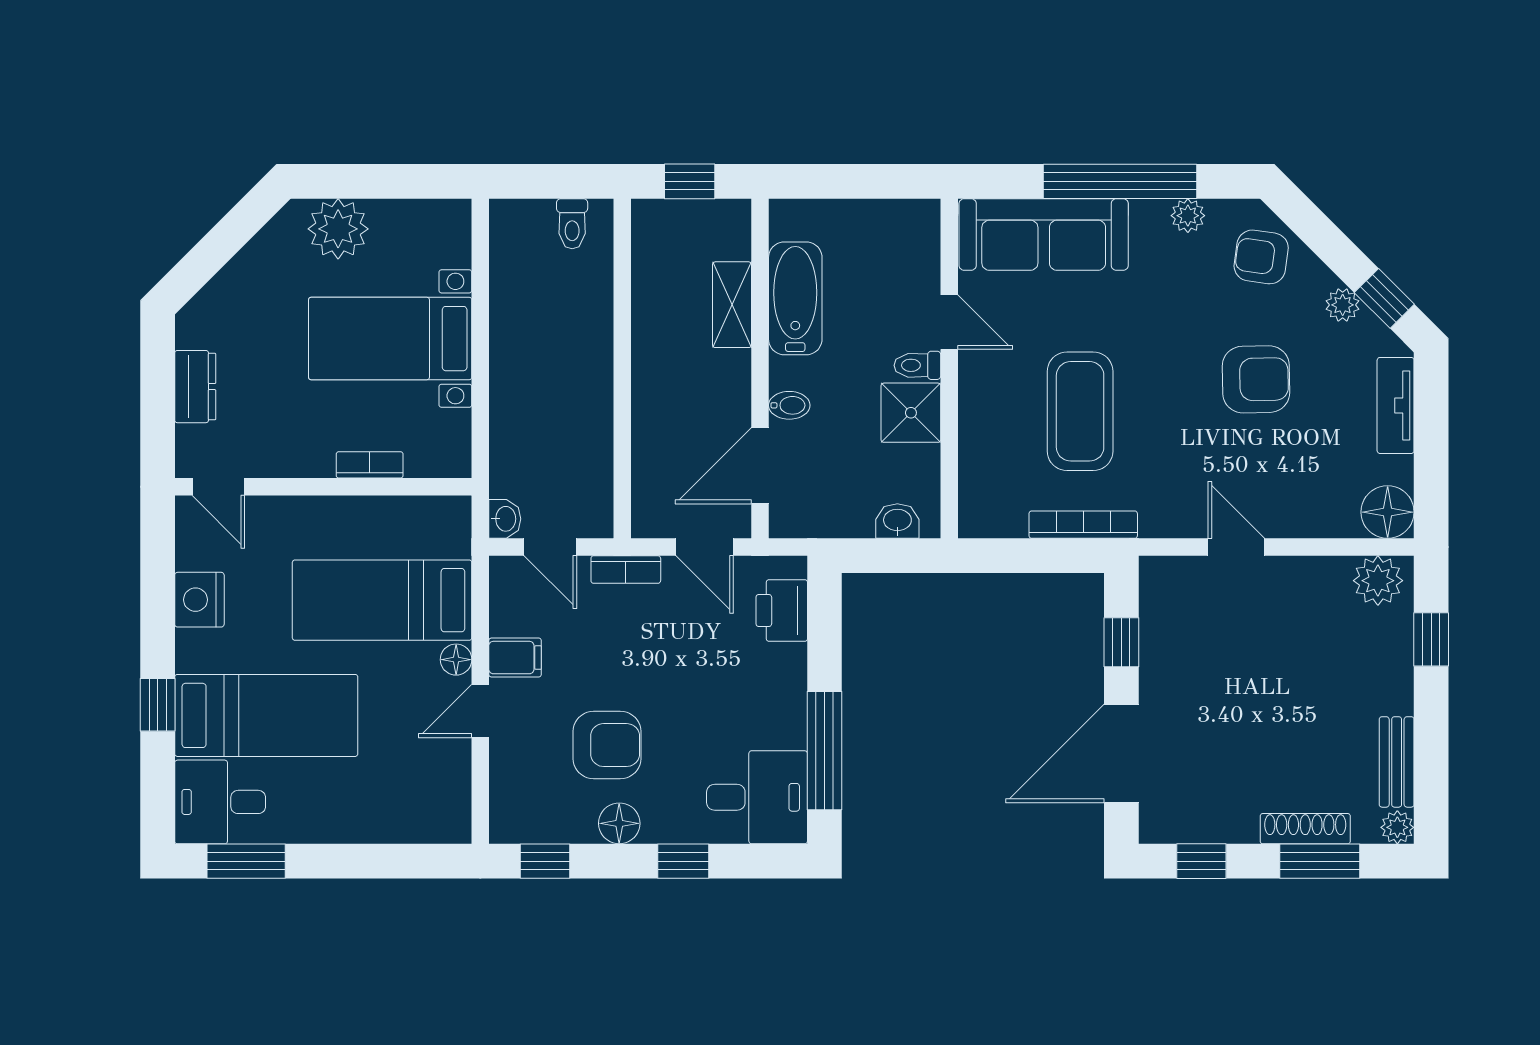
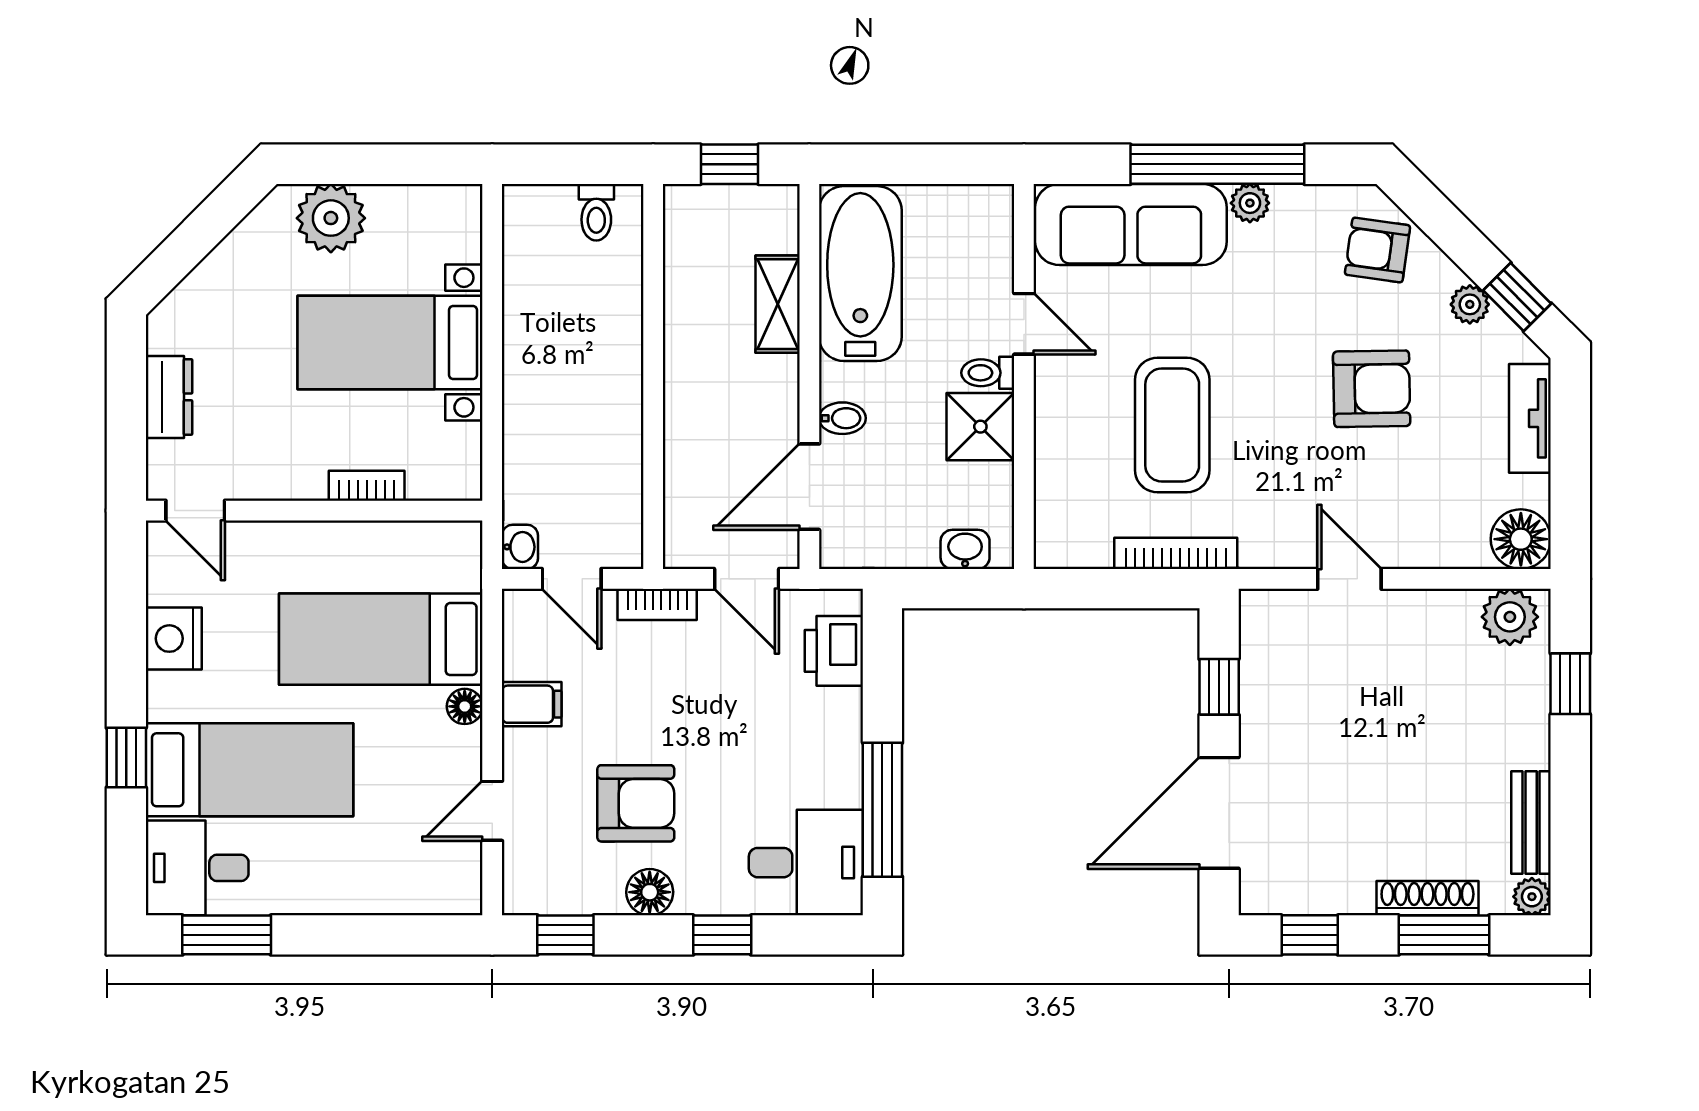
plant: (1188, 216) -> (1250, 203), moved
bathtub: (795, 298) -> (860, 274), width x1.36, depth x1.36
door: (480, 711) -> (492, 811), moved

